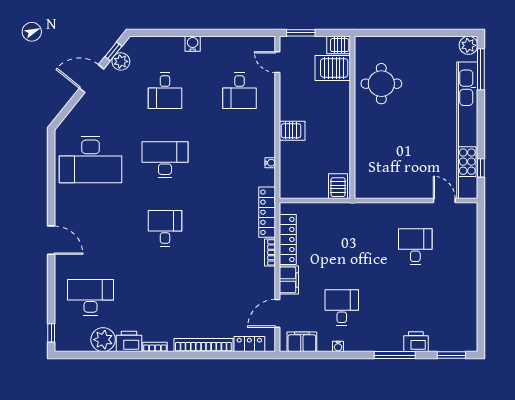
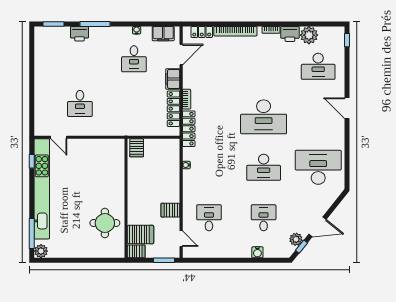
water cooler: (193, 44) -> (257, 252), moved
server rack: (292, 131) -> (170, 210), moved
desk: (165, 228) -> (264, 117), width x1.87, depth x1.30

